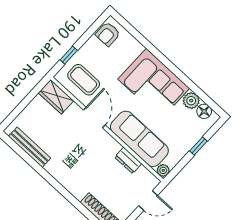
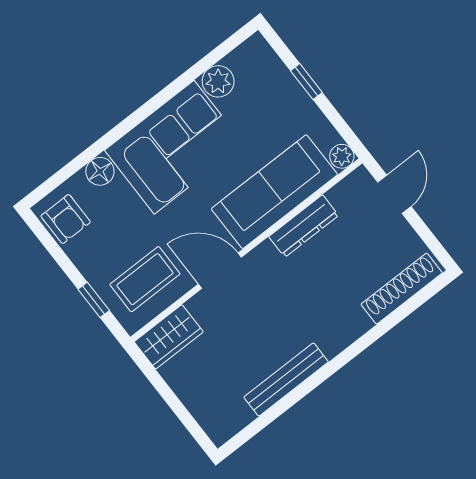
floor lamp: (204, 111) -> (100, 171), moved
bench: (30, 147) -> (286, 379), moved
dresser: (128, 160) -> (304, 226), width x1.44

